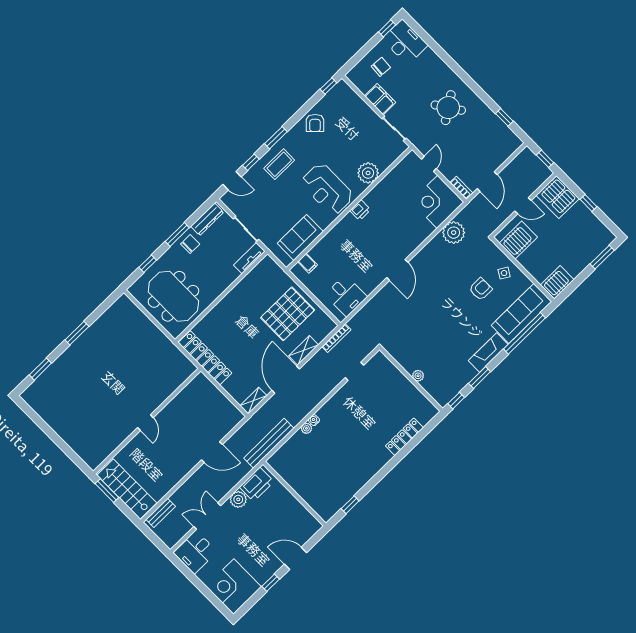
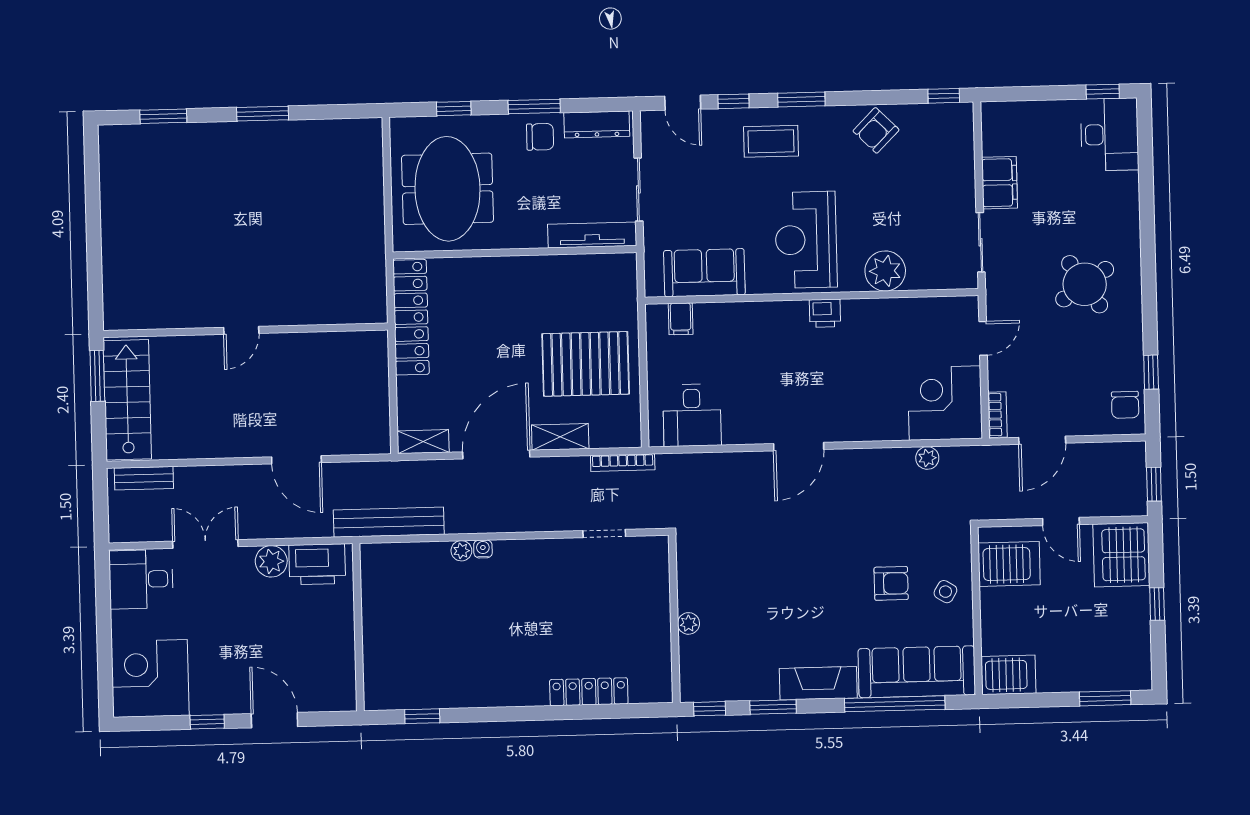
chair: (381, 67) -> (1125, 405), moved, turned 86
plant: (454, 233) -> (927, 458), width x0.53, depth x0.53
tv unit: (249, 258) -> (592, 235), width x1.41

